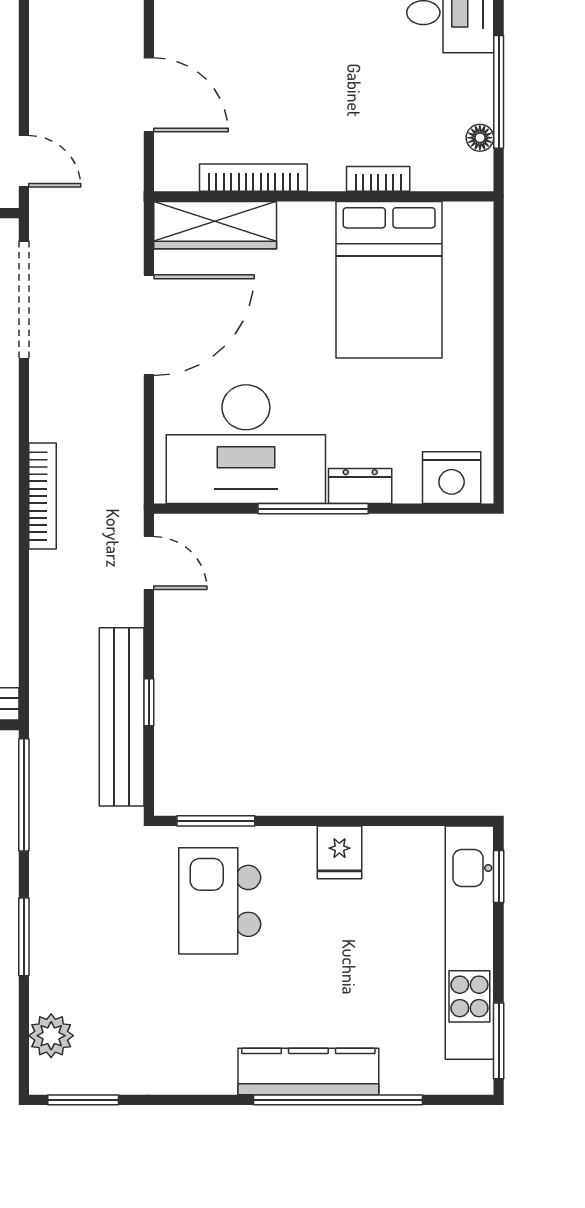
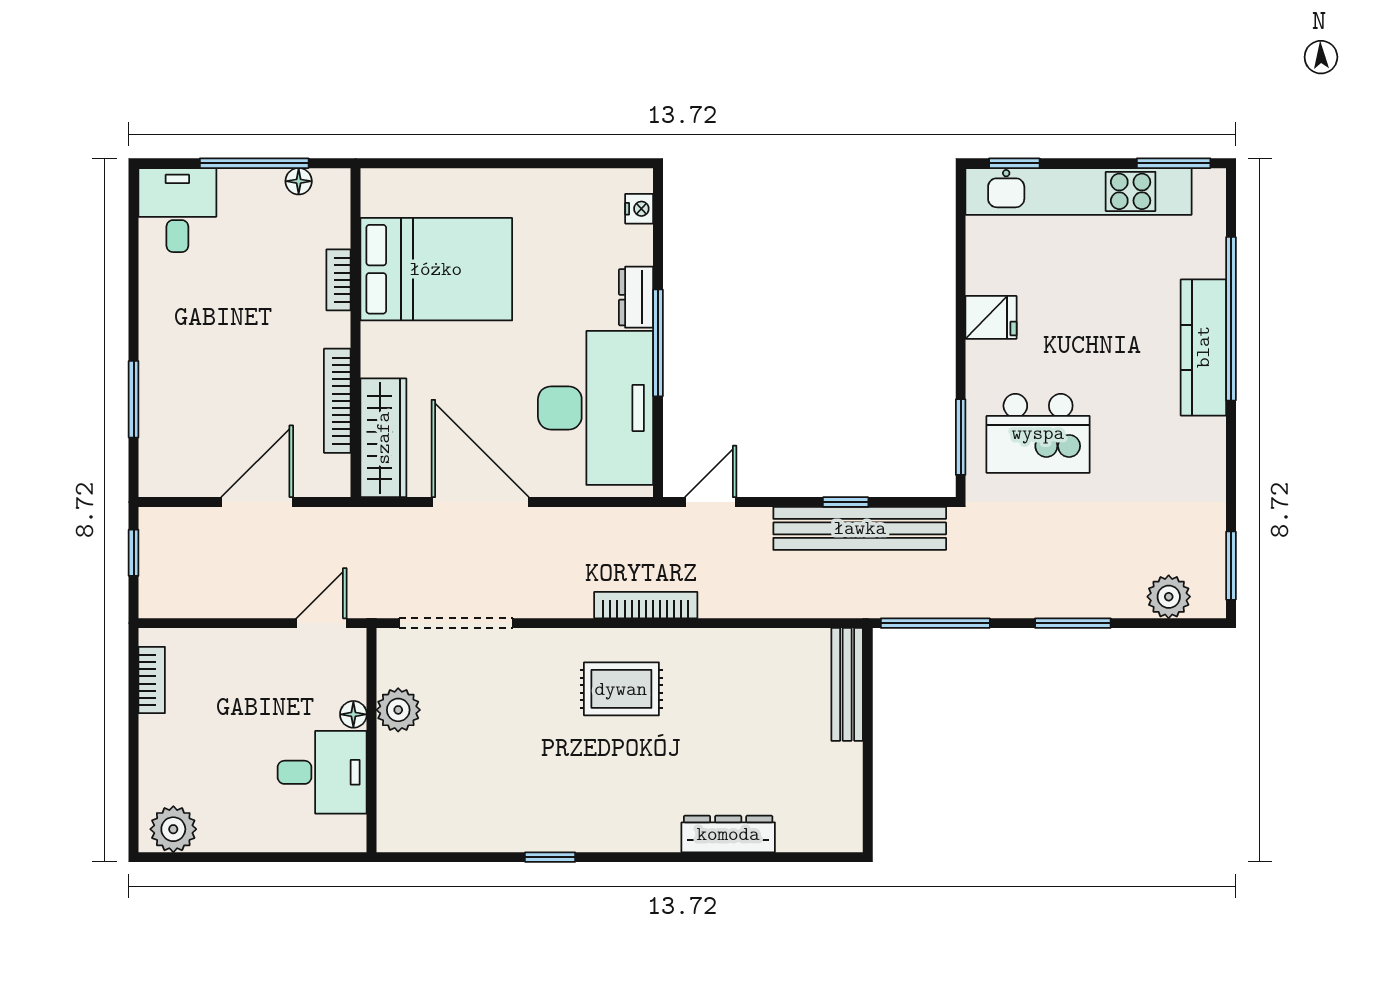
nightstand: (452, 478) -> (639, 209), width x0.53, depth x0.56

